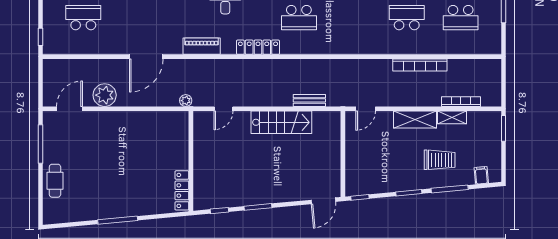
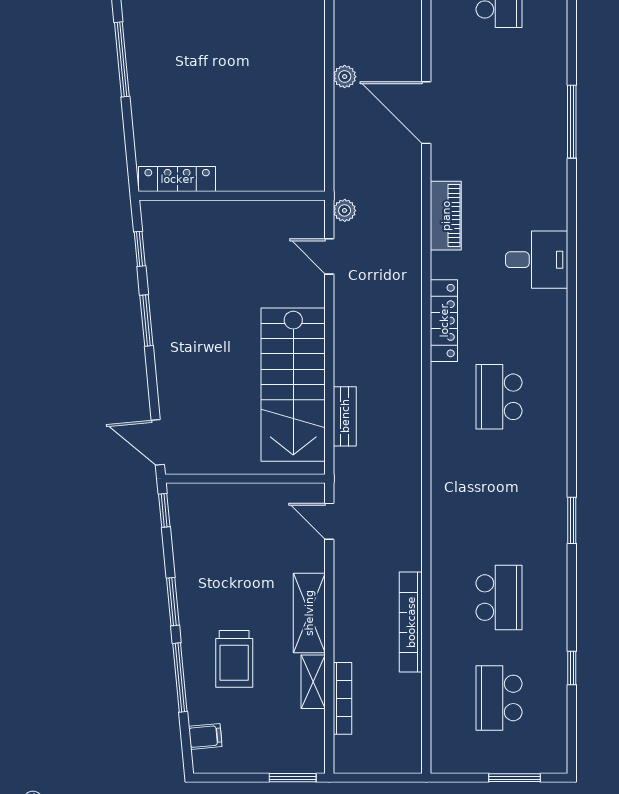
plant: (105, 95) -> (345, 77), moved, width x0.53, depth x0.53
plant: (186, 101) -> (345, 210), moved
stairs: (281, 122) -> (293, 385), width x1.36, depth x1.51

